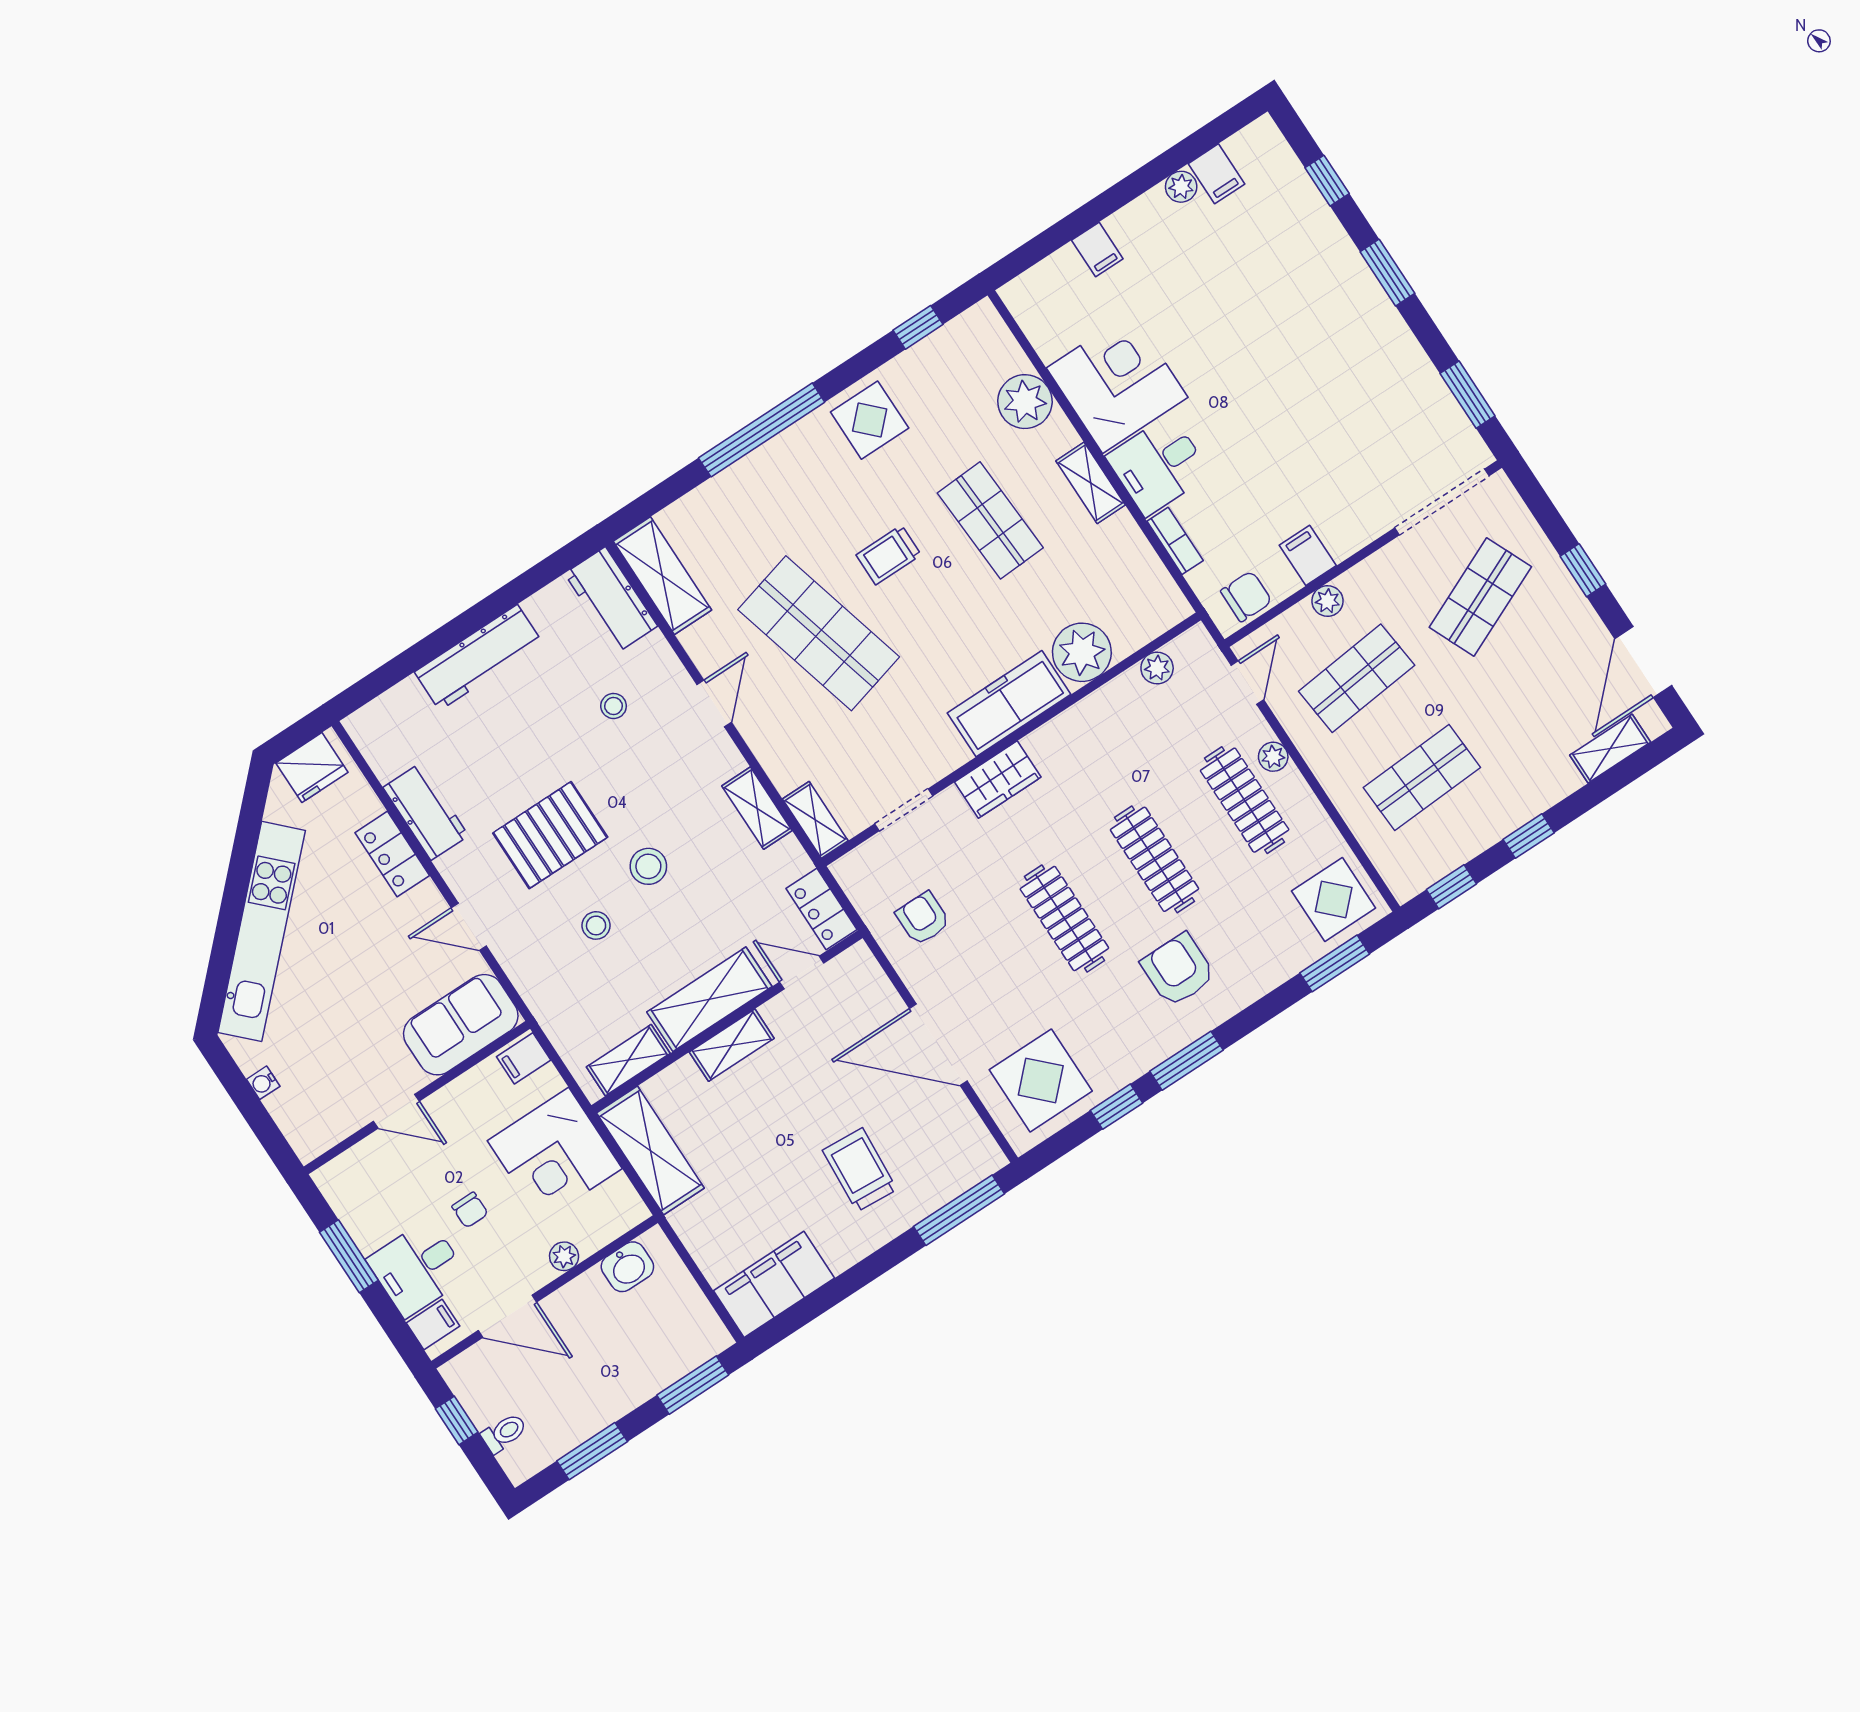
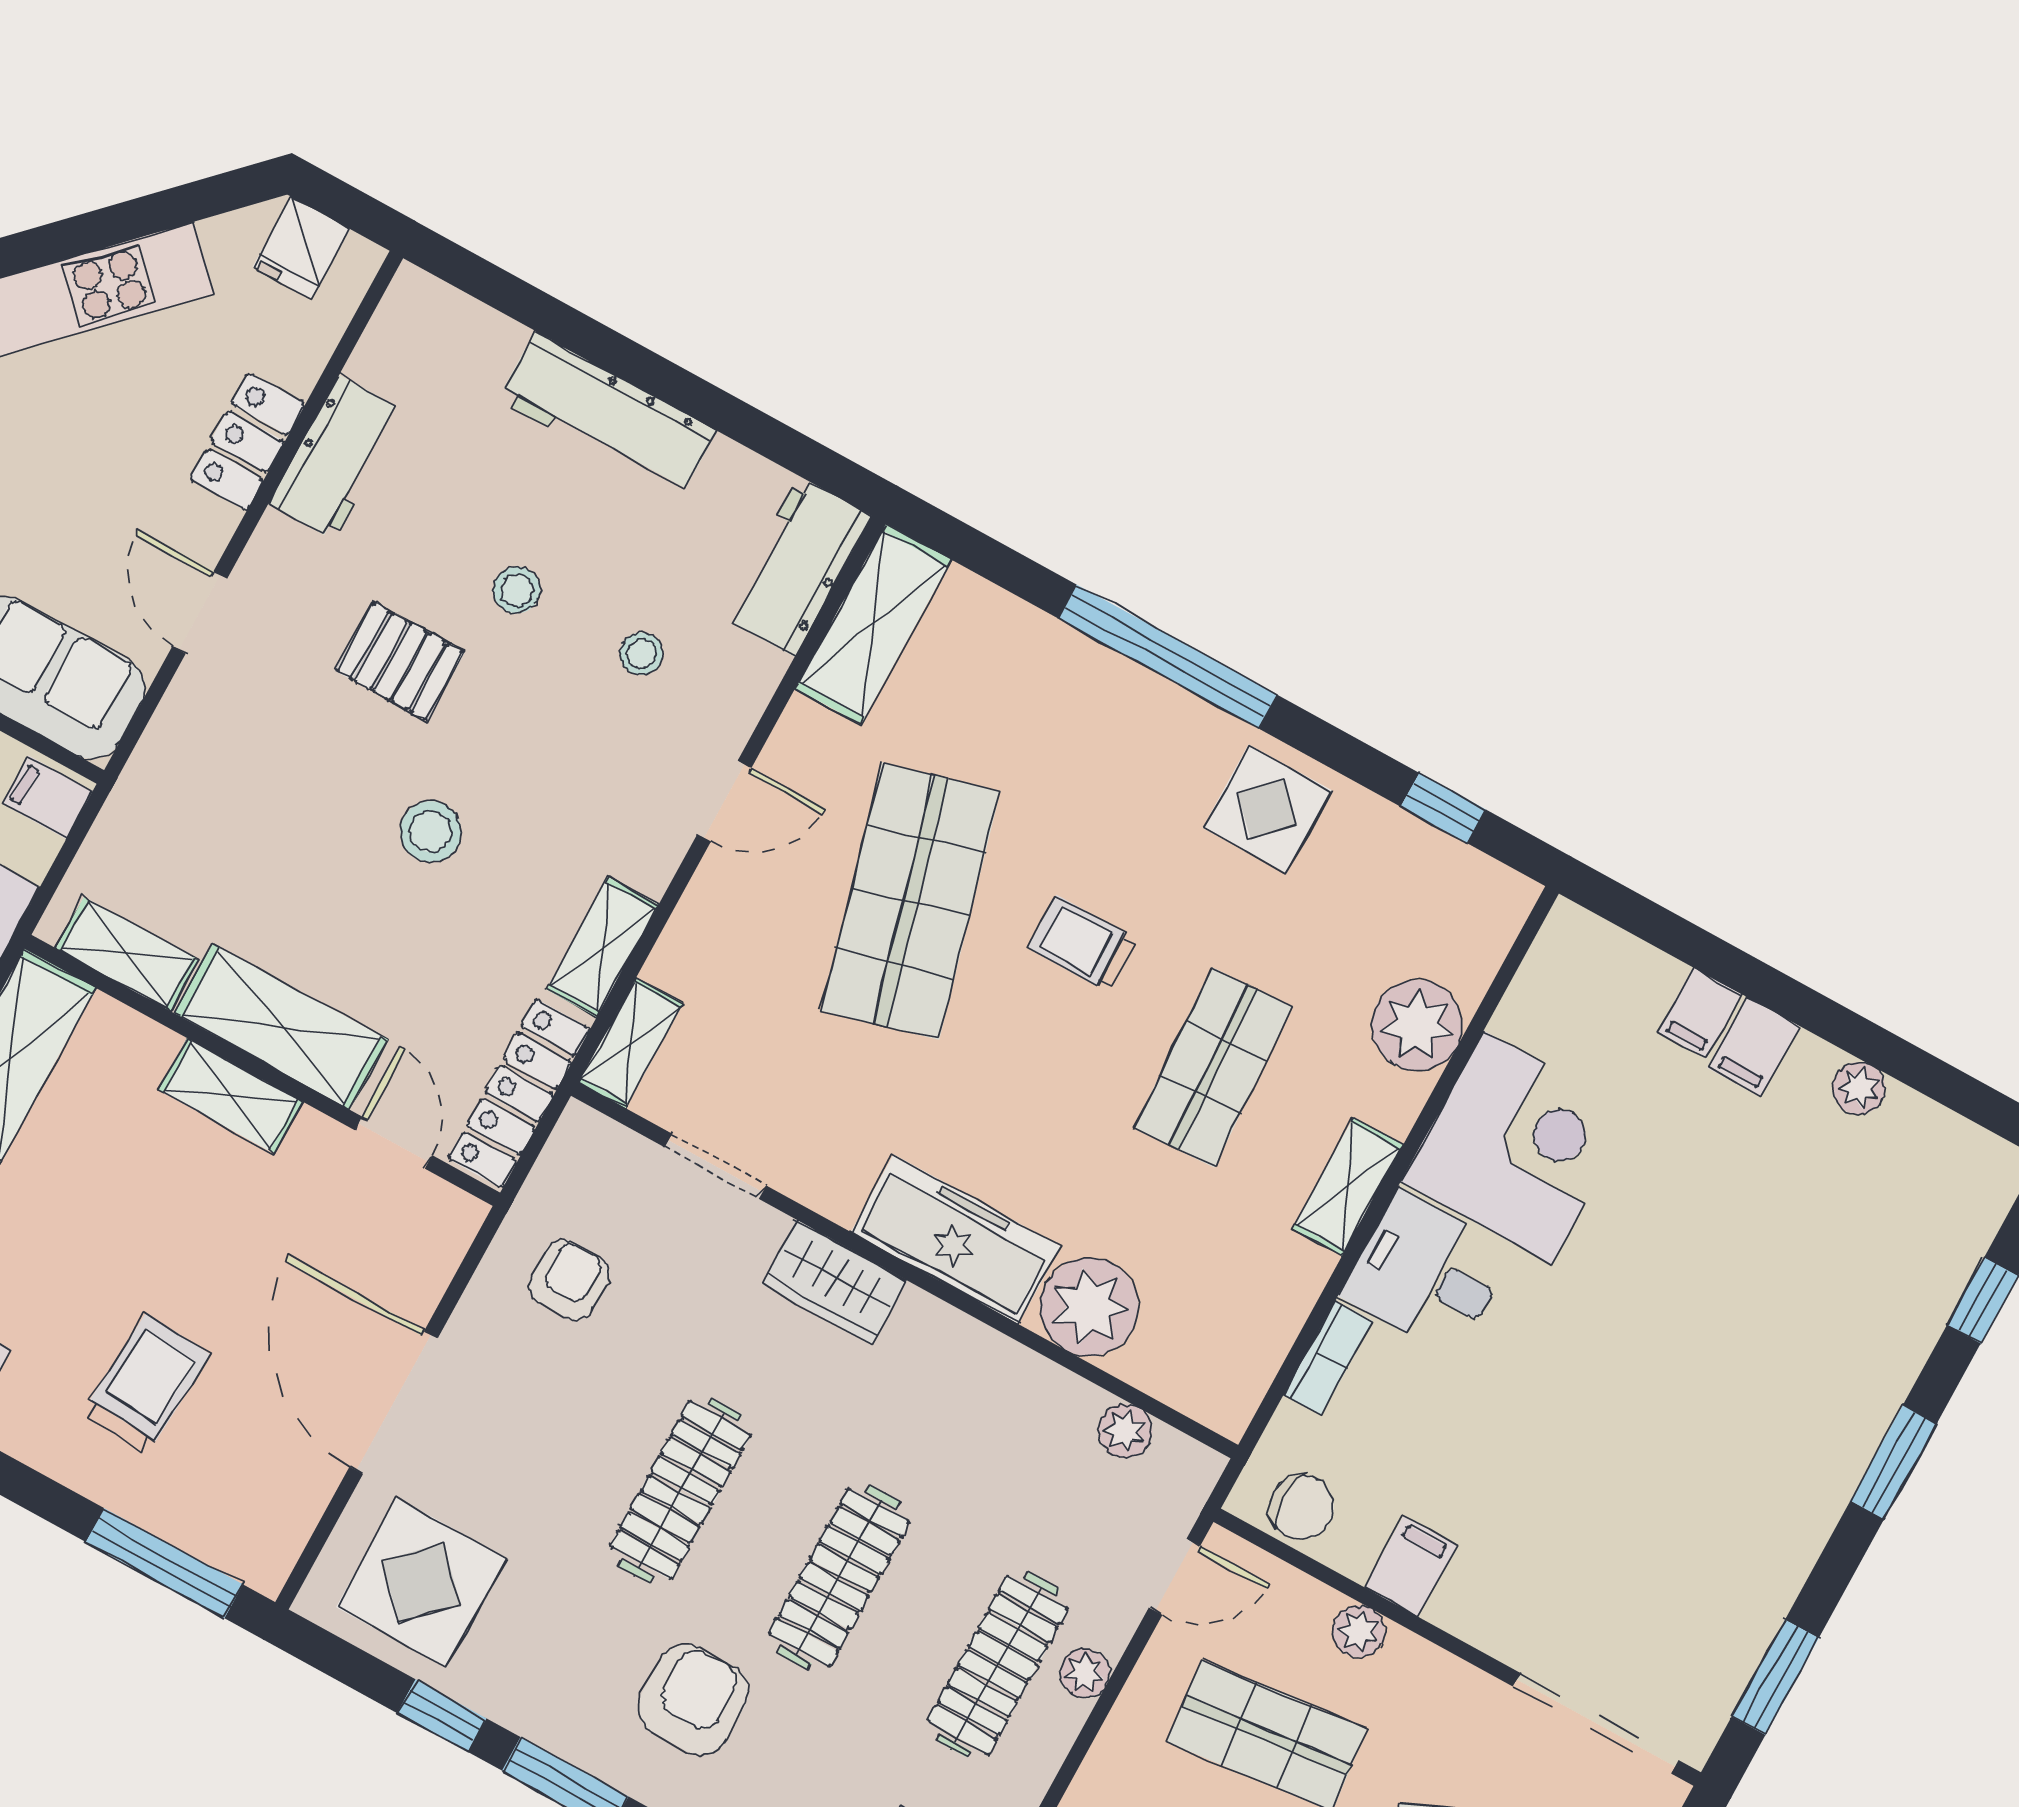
filing cabinet: (1217, 174) -> (1753, 1047), moved
fridge: (312, 768) -> (301, 248), width x0.72
pallet: (550, 835) -> (400, 661), width x0.67, depth x0.71
locker: (821, 909) -> (519, 1094), width x1.53
stool: (596, 925) -> (517, 590), moved

